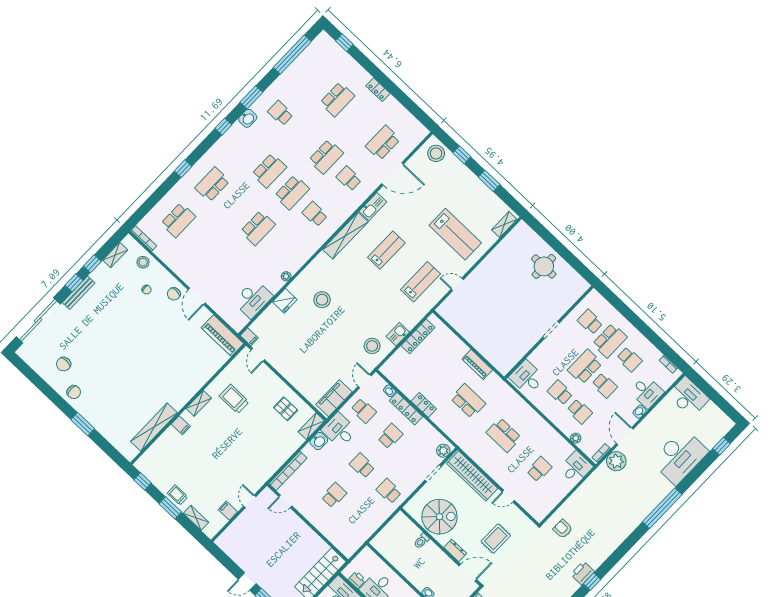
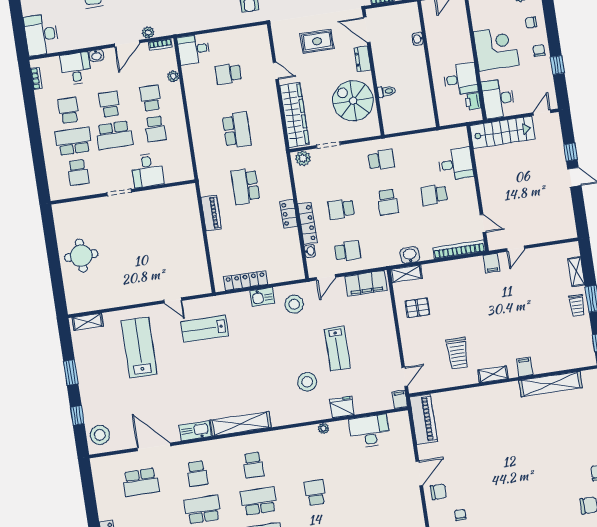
school desk: (258, 228) -> (315, 493), width x0.54
lab bench: (386, 250) -> (337, 349), moved, turned -90
desk: (527, 377) -> (147, 170), moved
pallet: (286, 409) -> (417, 308), turned 90
school desk: (364, 411) -> (348, 251), turned 90
desk: (339, 430) -> (456, 164), moved, turned -90
plant: (616, 461) -> (148, 33), width x0.53, depth x0.53
school desk: (389, 491) -> (381, 160), turned -90
filing cabinet: (228, 511) -> (492, 263), moved

